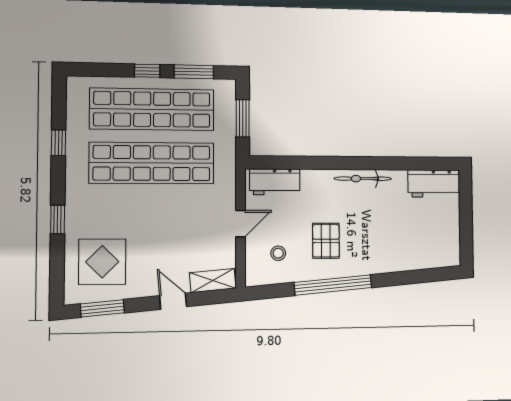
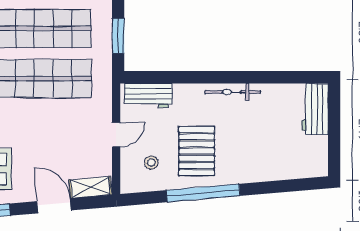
workbench: (434, 184) -> (315, 109), moved, turned 90
pallet: (326, 241) -> (197, 151), width x1.50, depth x1.42
door: (173, 301) -> (54, 206), width x1.38

